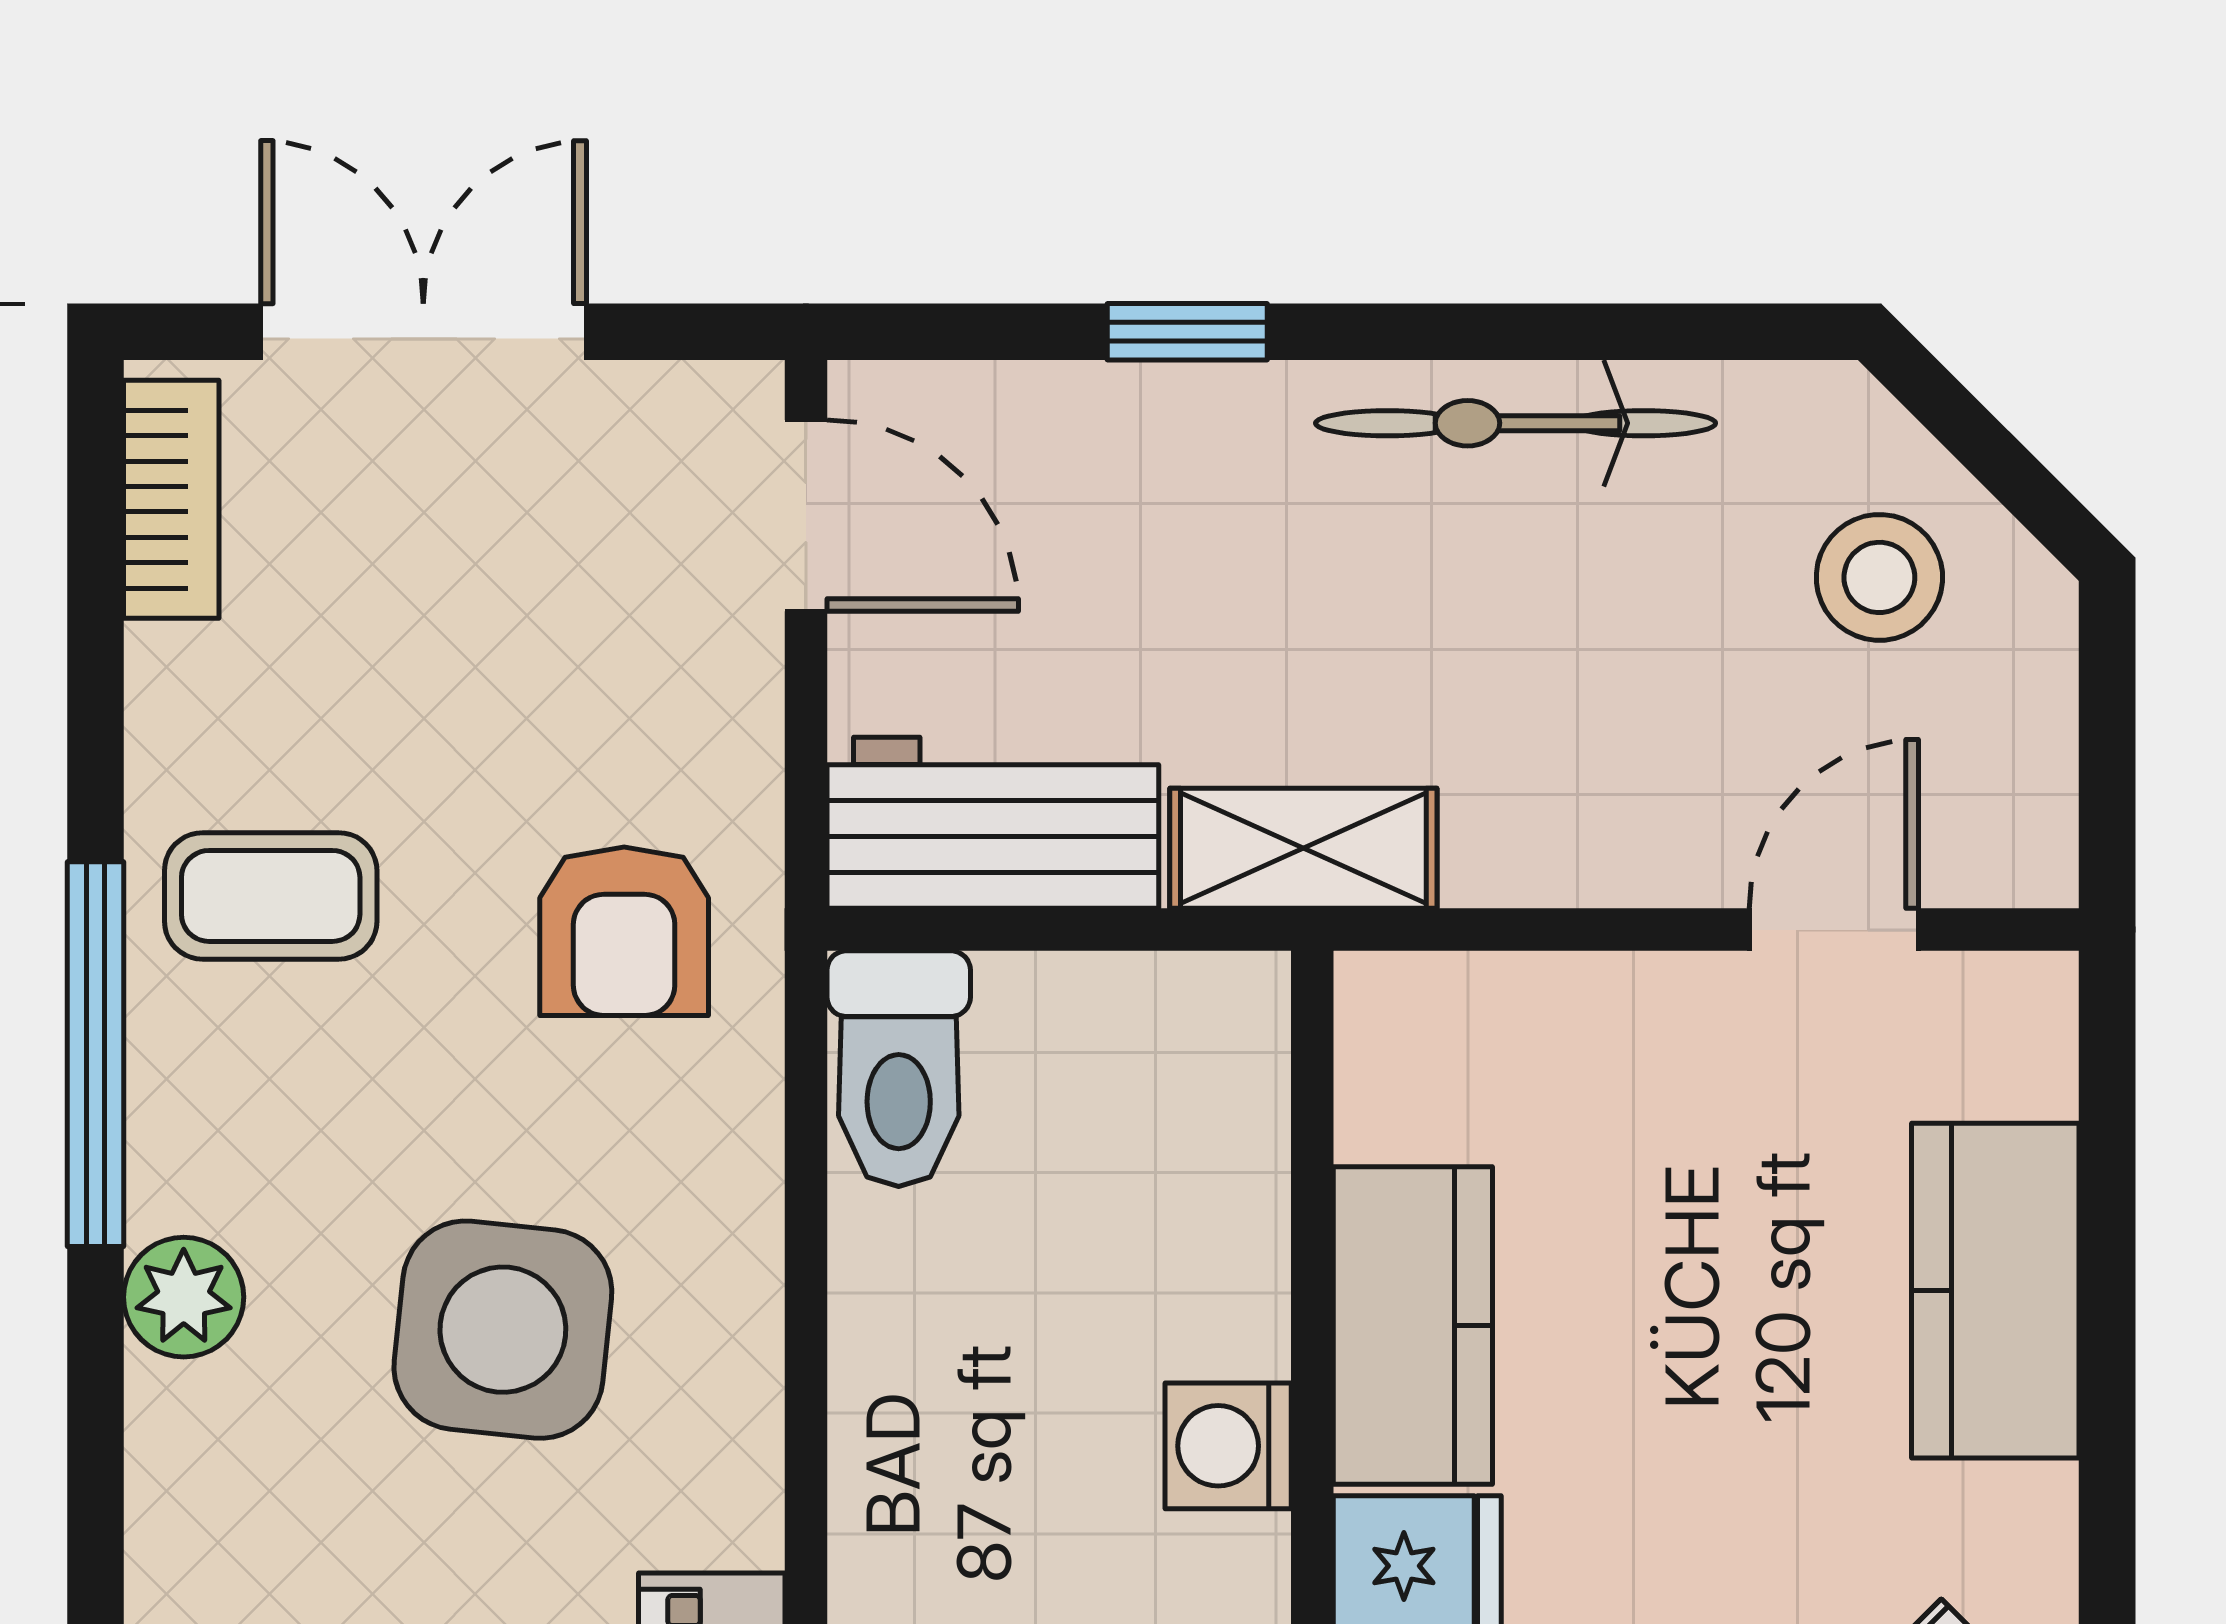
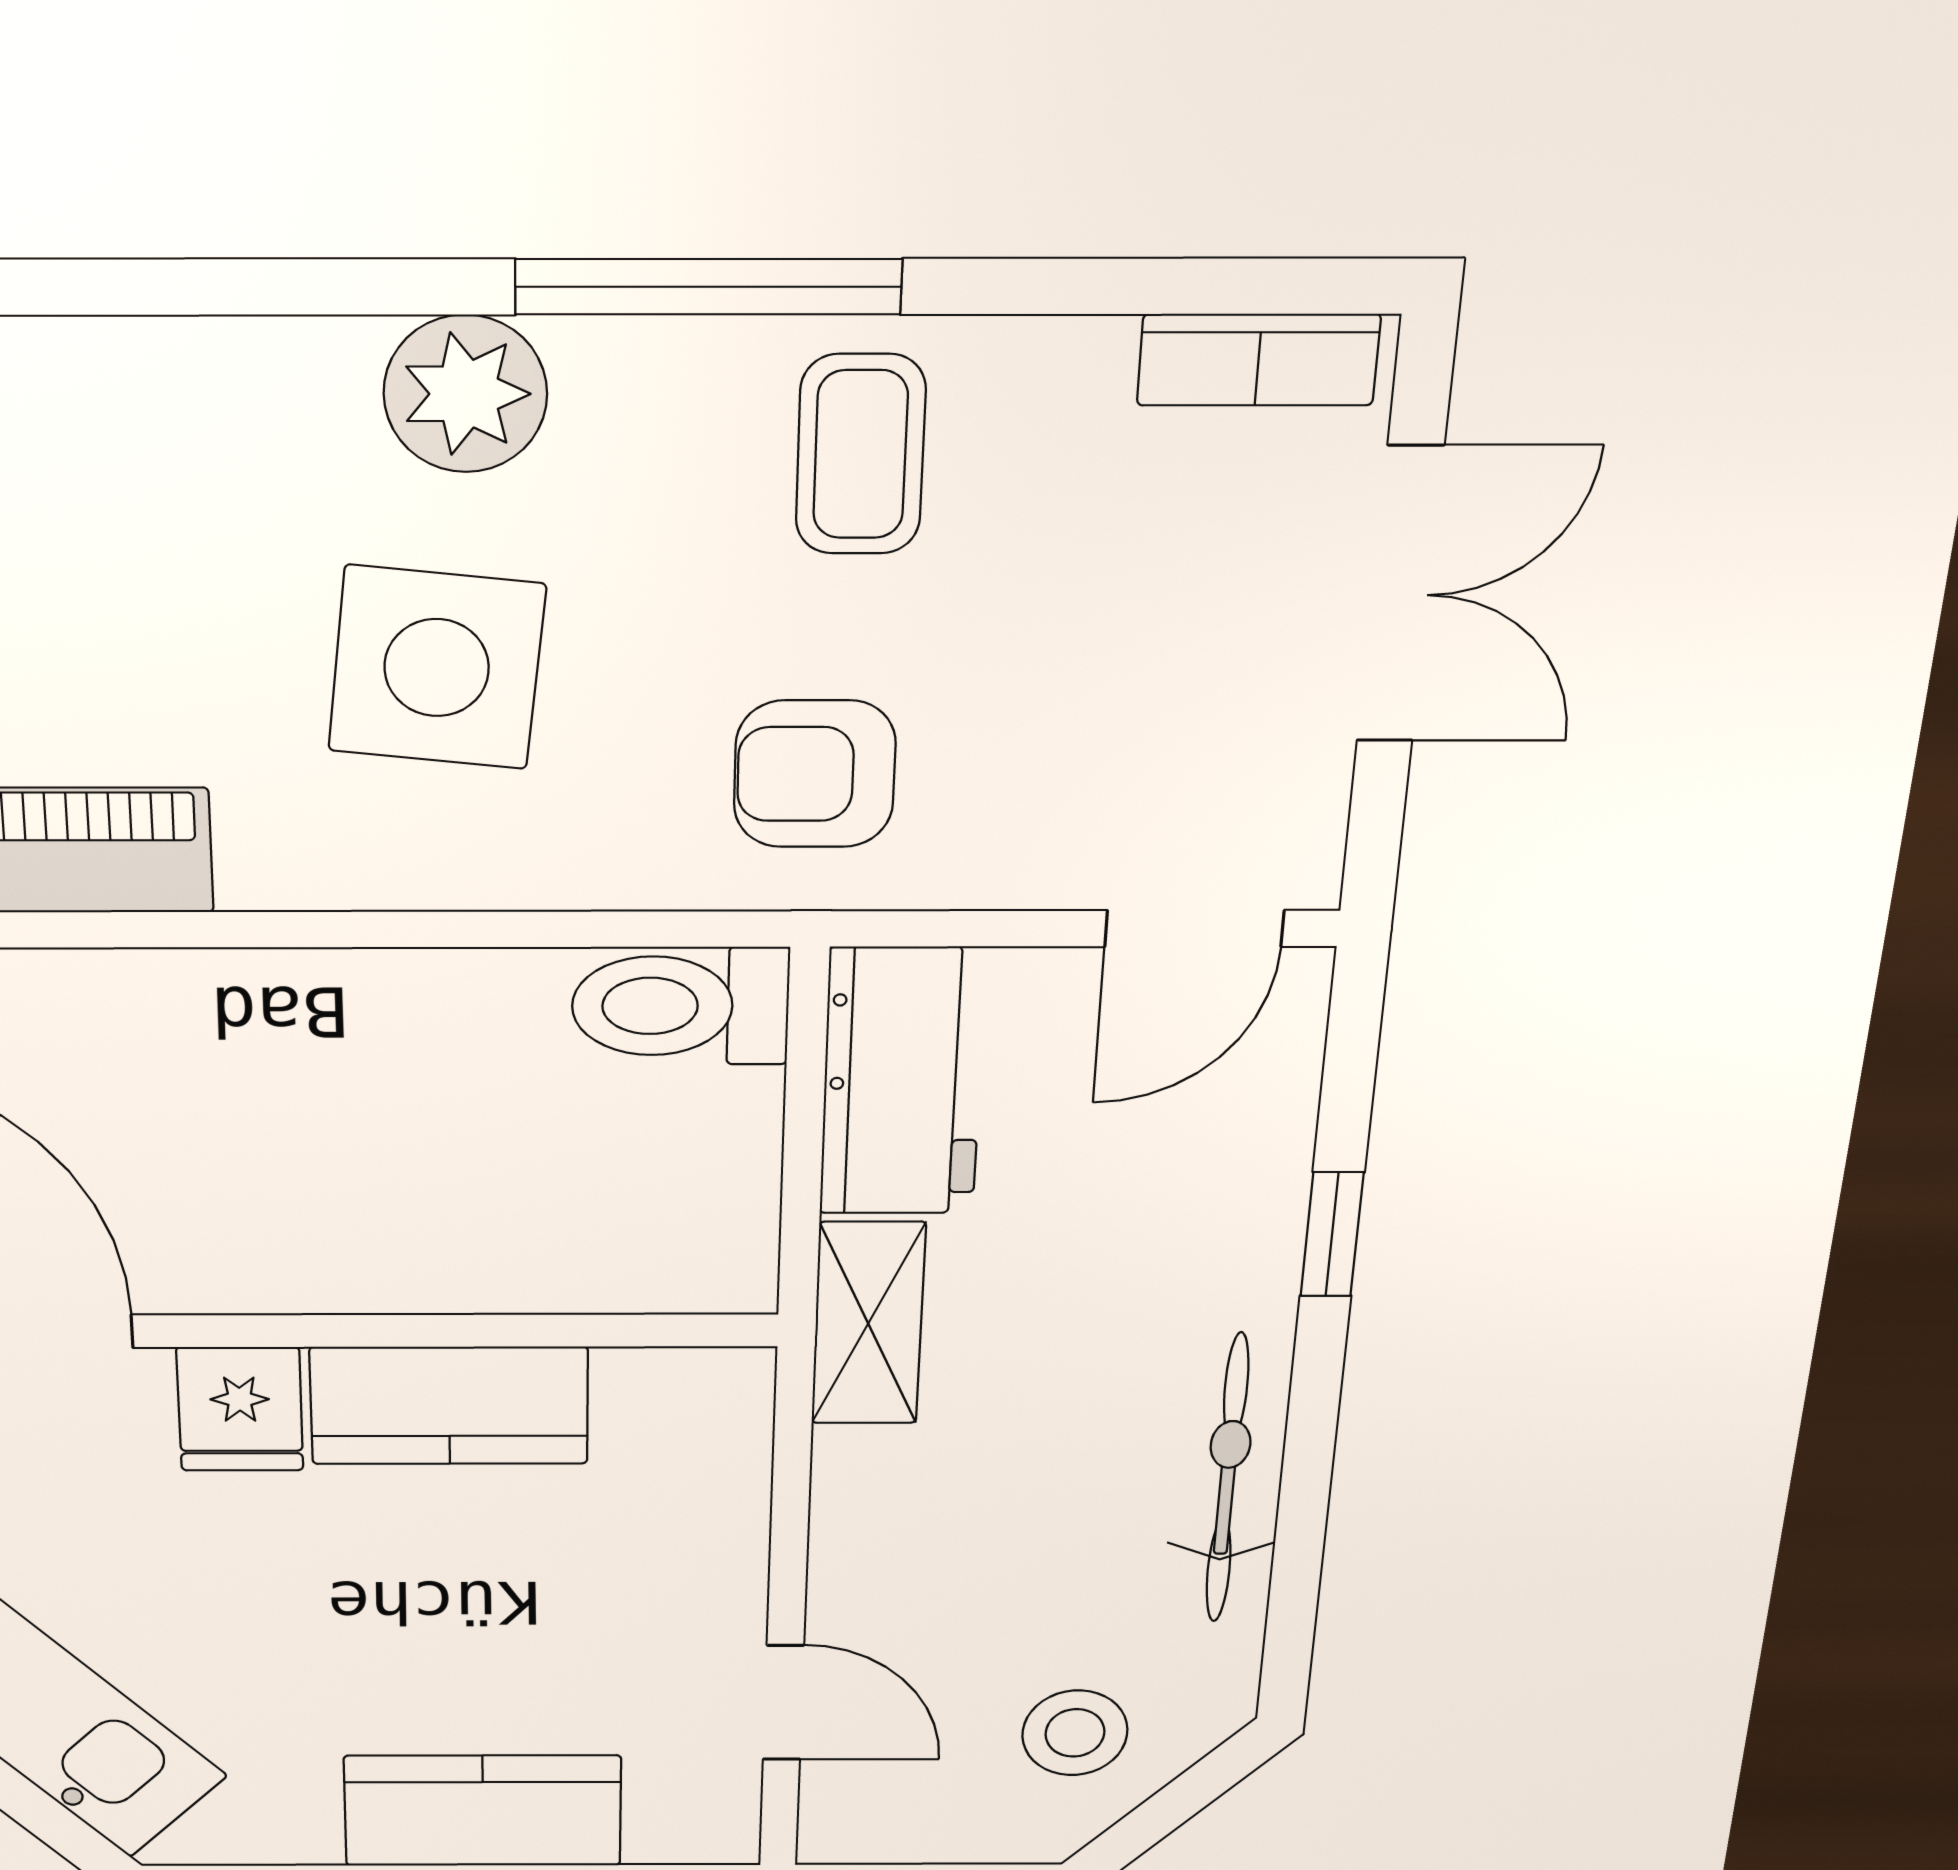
plant: (184, 1297) -> (465, 394), width x1.38, depth x1.38
washing machine: (1228, 1446) -> (341, 1267), removed

